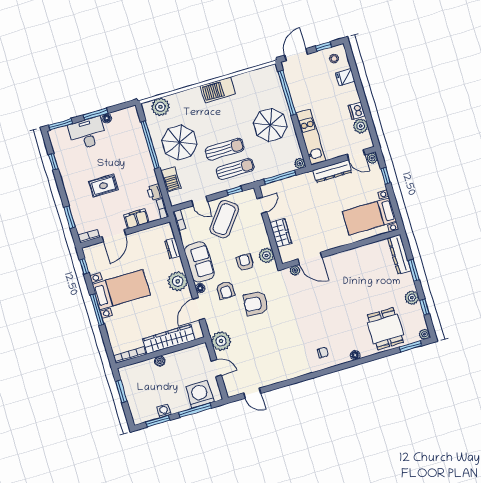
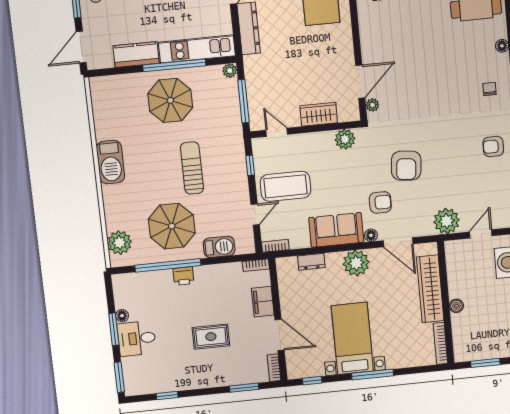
door: (296, 55) -> (81, 47), hinge flipped
window: (287, 93) -> (174, 65), moved
kitchen counter: (298, 95) -> (136, 54), added
desk: (87, 133) -> (137, 338), width x0.73
sun lounger: (235, 169) -> (221, 159), removed
rug: (103, 186) -> (211, 337), turned 90
printer: (155, 192) -> (184, 276), moved
coffee table: (224, 219) -> (285, 186), turned -38
armchair: (245, 262) -> (493, 147), moved

